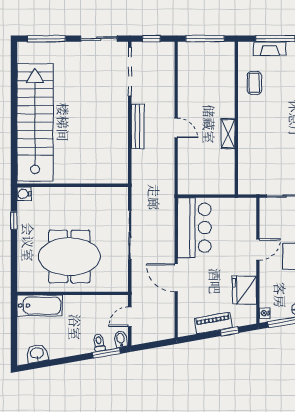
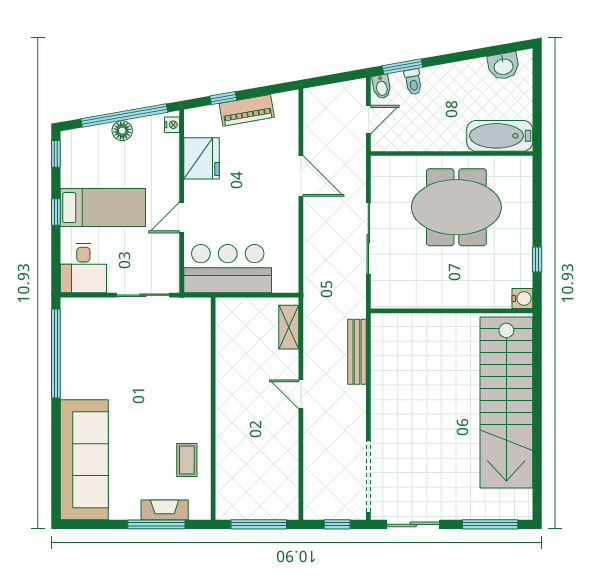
bench: (138, 126) -> (357, 352), moved
shelving: (228, 134) -> (289, 327), moved
bar counter: (194, 228) -> (228, 269), moved, turned 90

